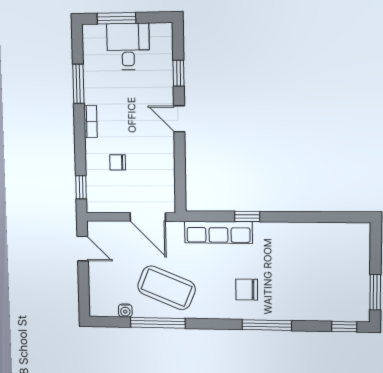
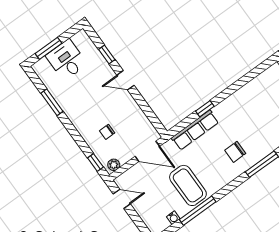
bookcase: (90, 122) -> (74, 119), removed
plant: (100, 205) -> (114, 165), added
coffee table: (167, 288) -> (188, 185), turned 68

